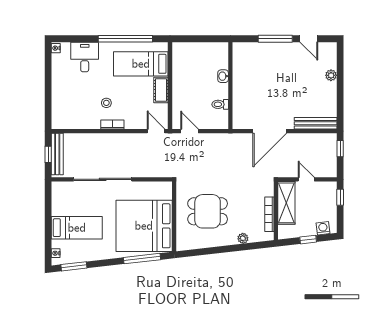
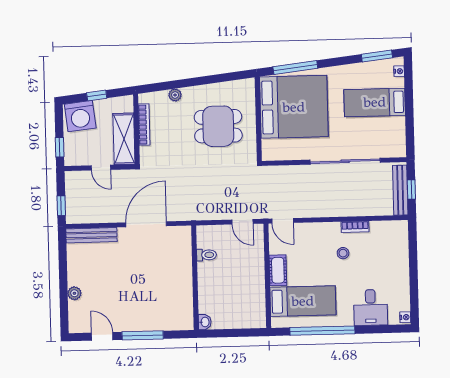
washbasin: (223, 76) -> (205, 322), moved
bookcase: (112, 125) -> (355, 227), moved
washing machine: (323, 228) -> (80, 116), width x1.89, depth x1.89

